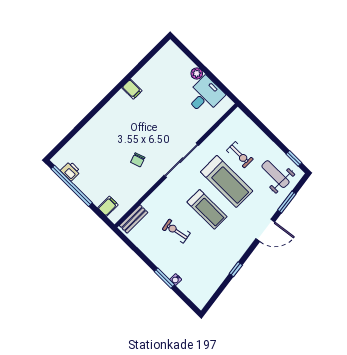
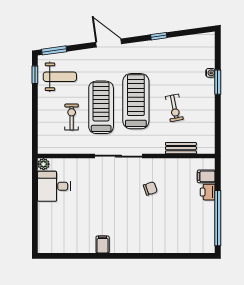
plant: (197, 73) -> (44, 164), moved
printer: (71, 171) -> (208, 192), moved
weight bench: (275, 174) -> (60, 77), turned -90
window: (287, 202) -> (54, 50), moved
treadmill: (207, 209) -> (136, 101), width x1.37, depth x1.38
bench: (134, 219) -> (181, 148), moved

